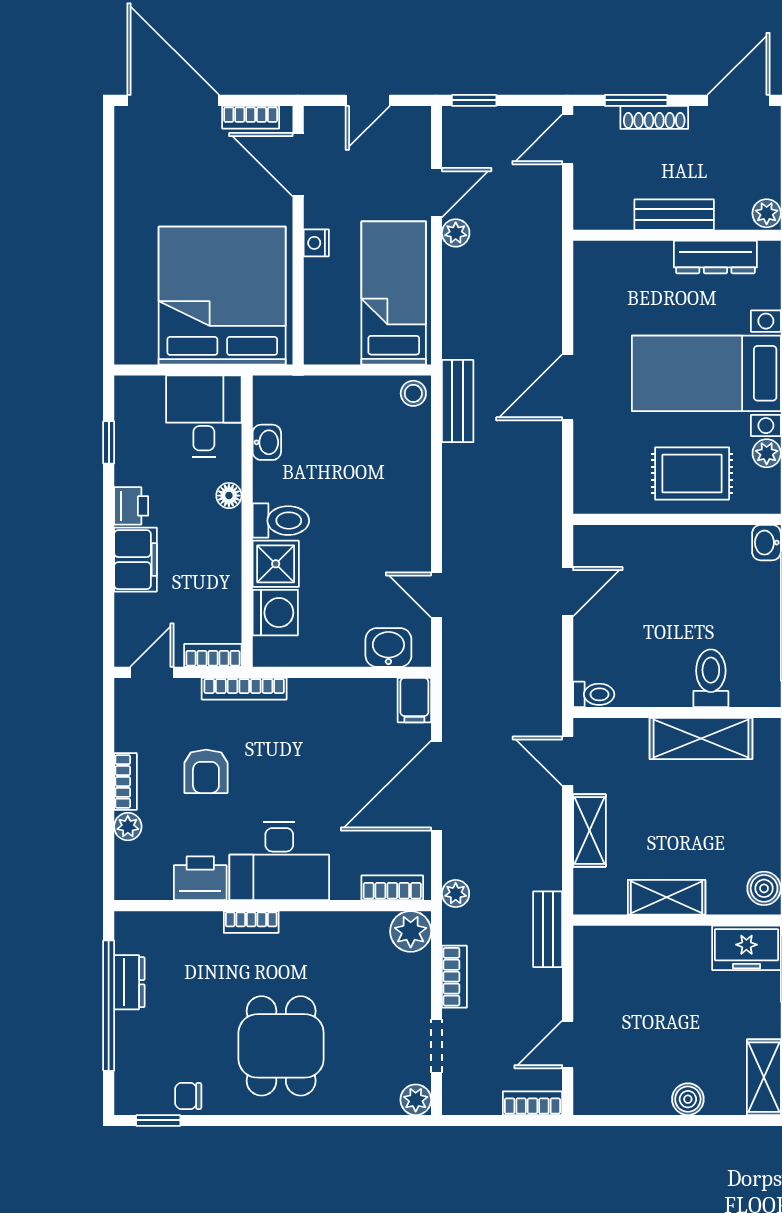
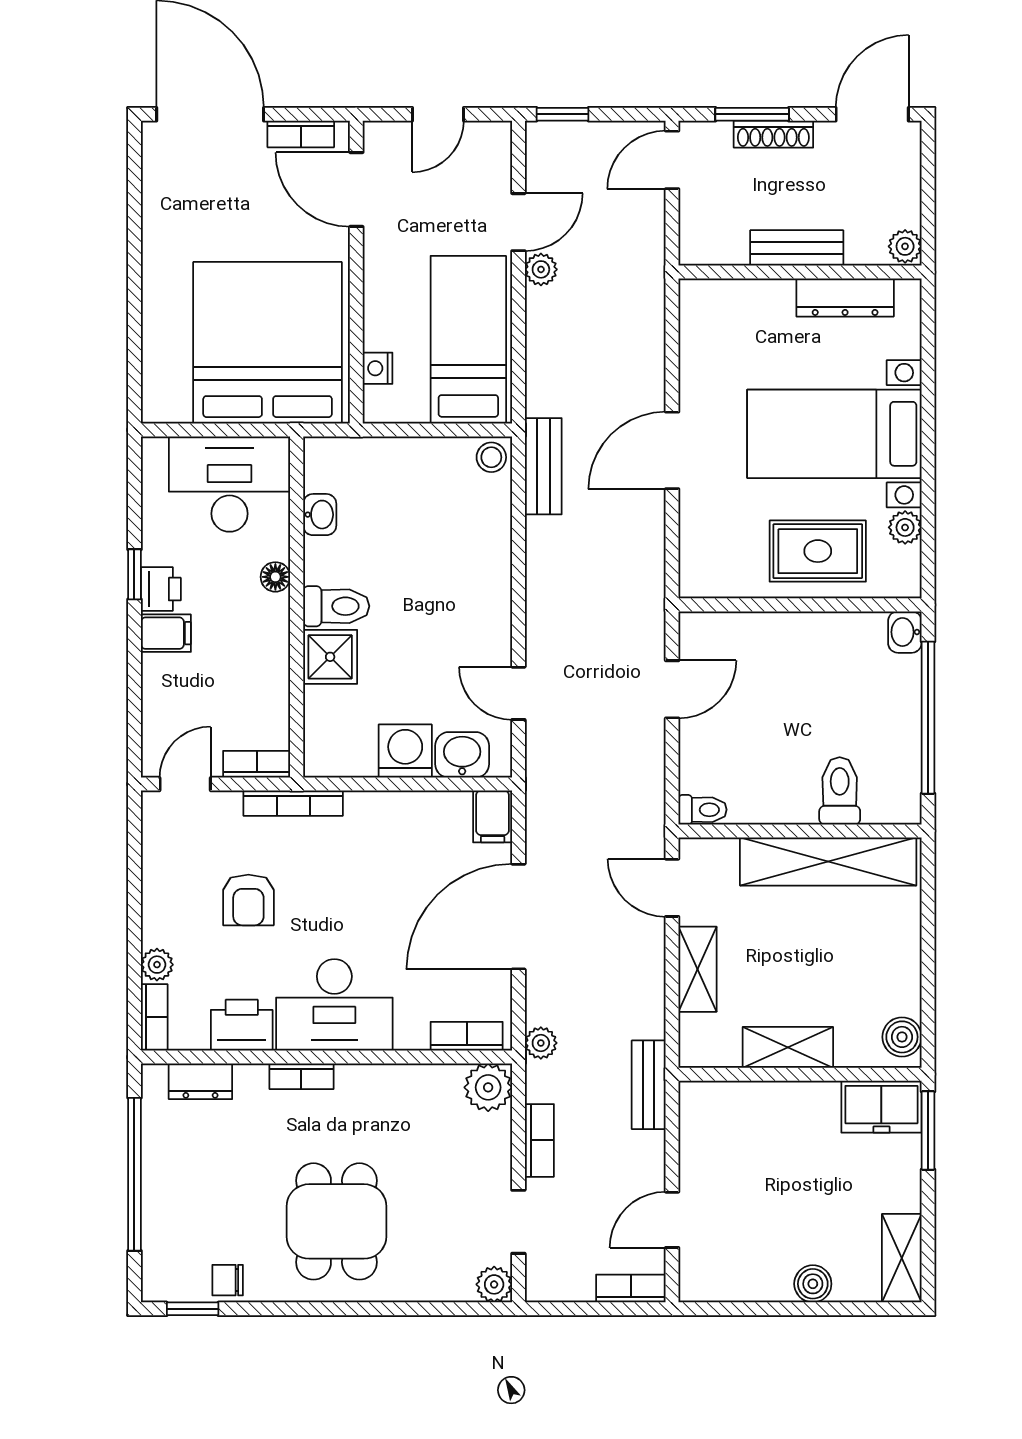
nightstand: (316, 243) -> (378, 368), moved
desk: (204, 416) -> (229, 484), width x1.37
window: (109, 442) -> (134, 574), moved
filing cabinet: (135, 560) -> (166, 633), width x0.50
washing machine: (275, 613) -> (405, 751), moved, turned -90
shelving: (701, 738) -> (828, 861), width x1.47
bookcase: (125, 781) -> (154, 1017), moved
dresser: (129, 982) -> (200, 1081), moved, turned 90

